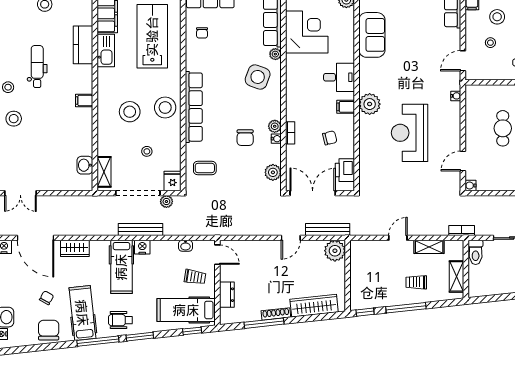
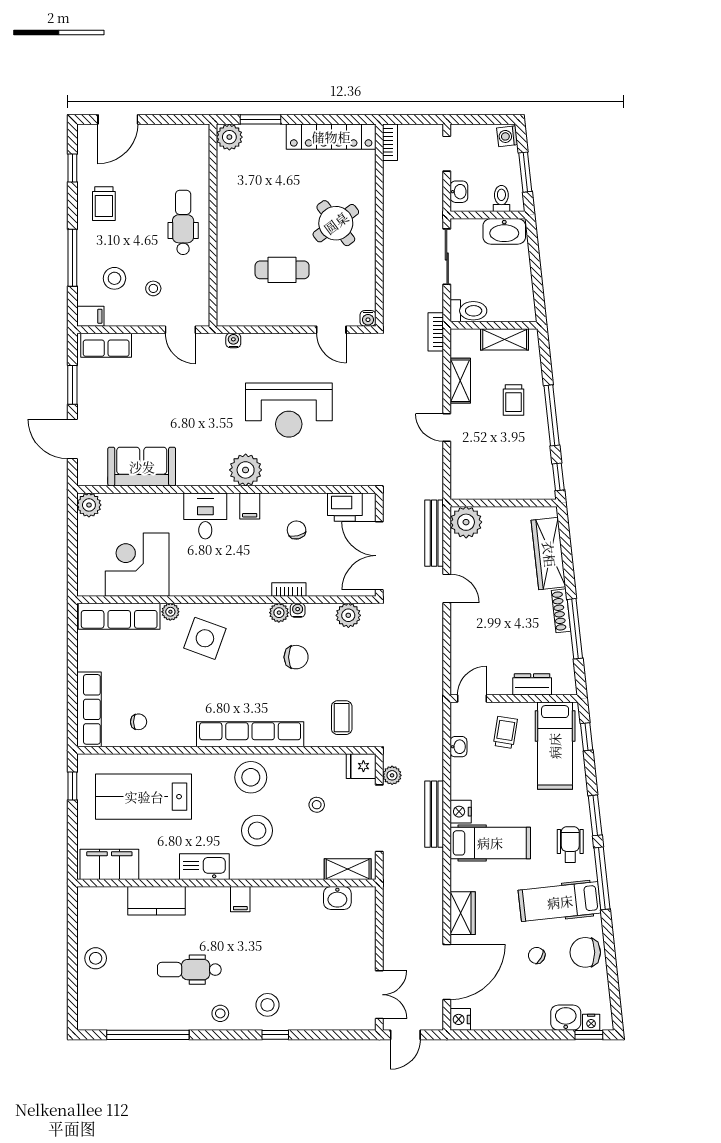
kitchen sink: (106, 51) -> (204, 867), moved
wheelchair: (120, 320) -> (570, 844), turned 180

